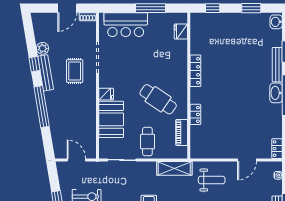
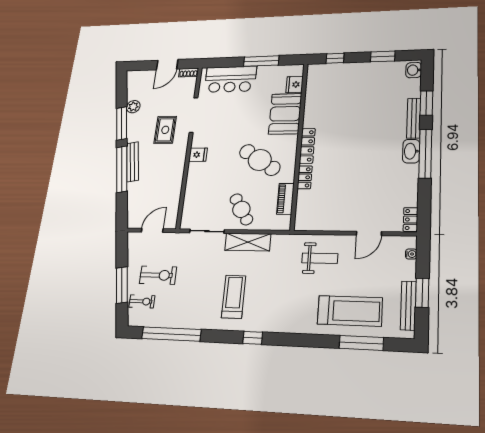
window: (35, 64) -> (122, 123), width x2.17
locker: (195, 71) -> (307, 146), moved
bench: (46, 73) -> (133, 162), moved
booth: (111, 119) -> (285, 114), moved
cafe table: (147, 142) -> (241, 209), turned -31
door: (76, 160) -> (152, 230), hinge flipped
shelving: (174, 168) -> (248, 242), moved

